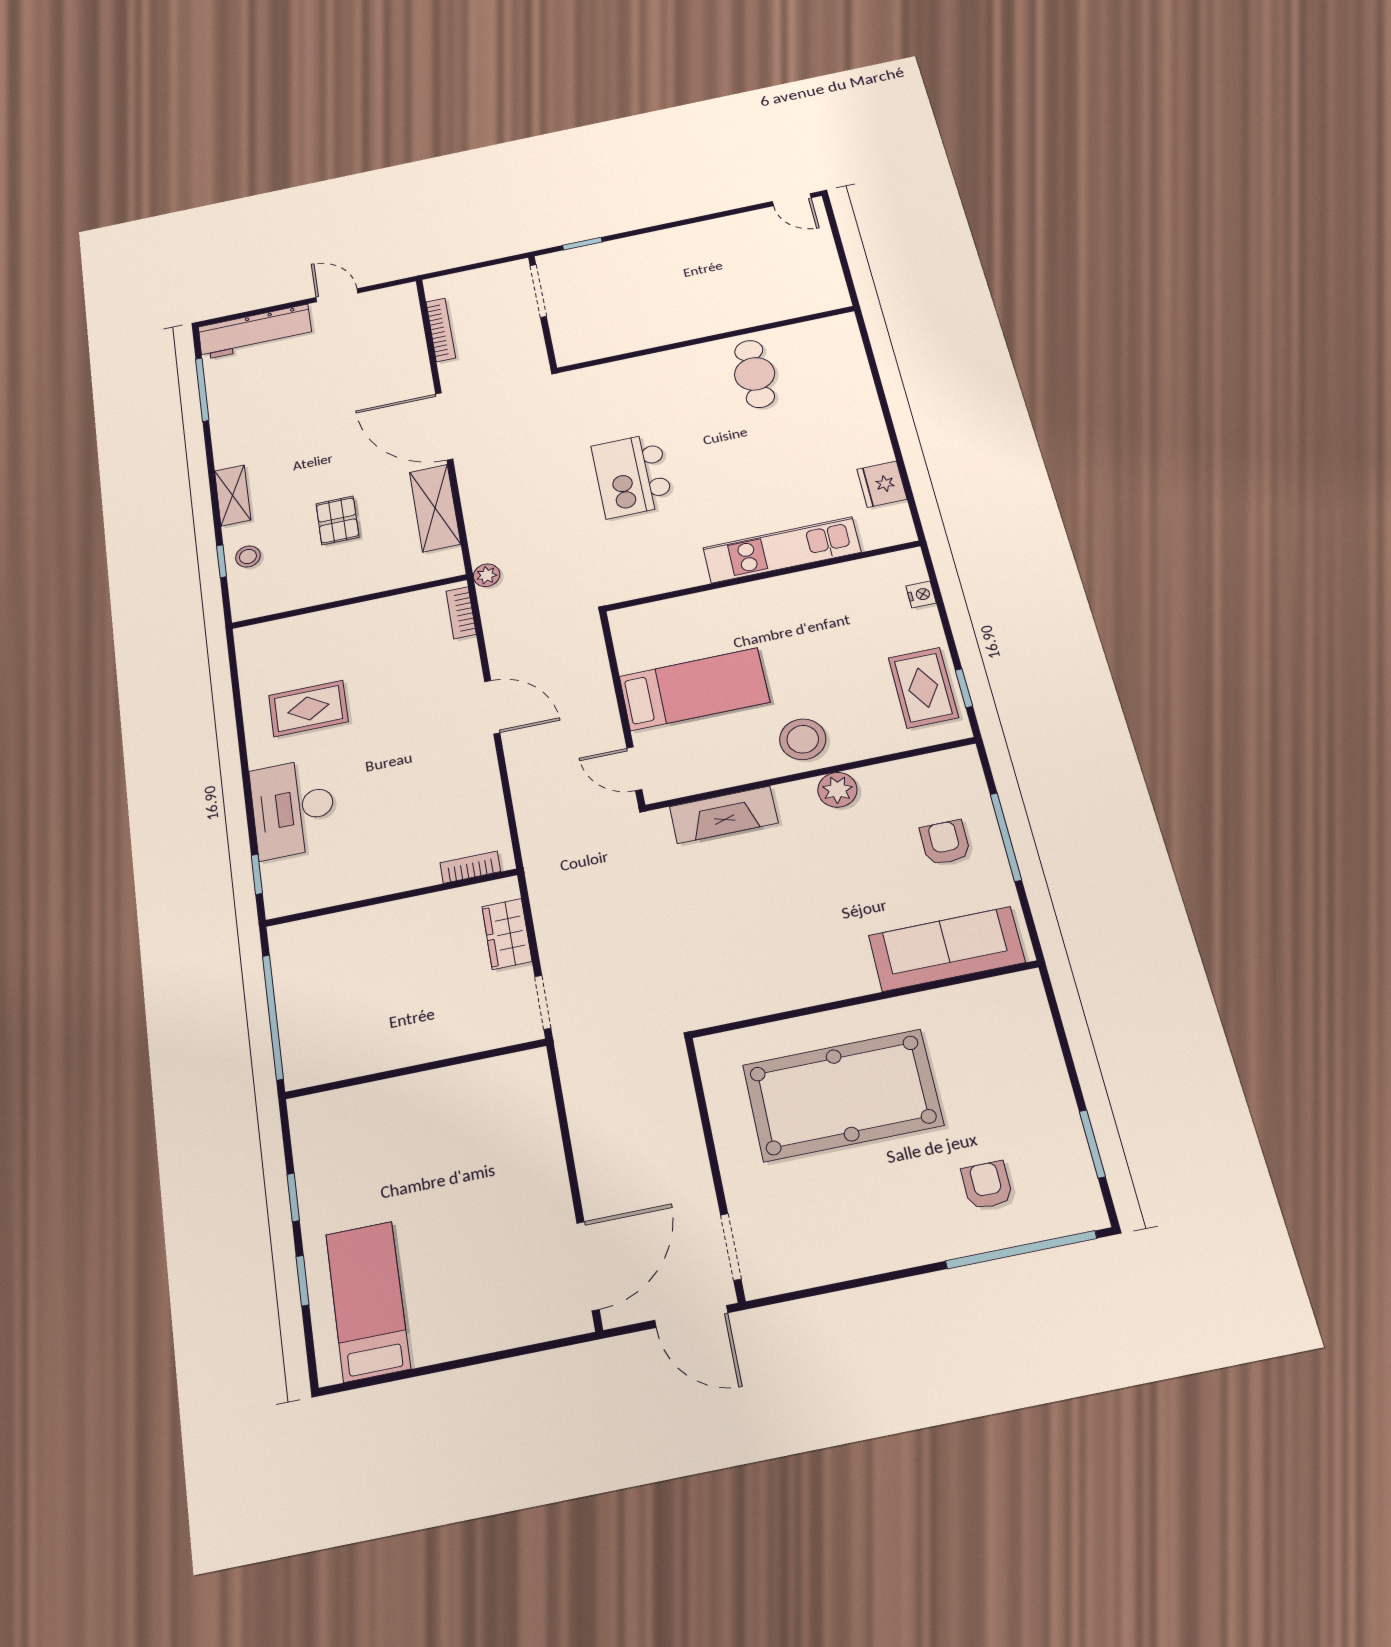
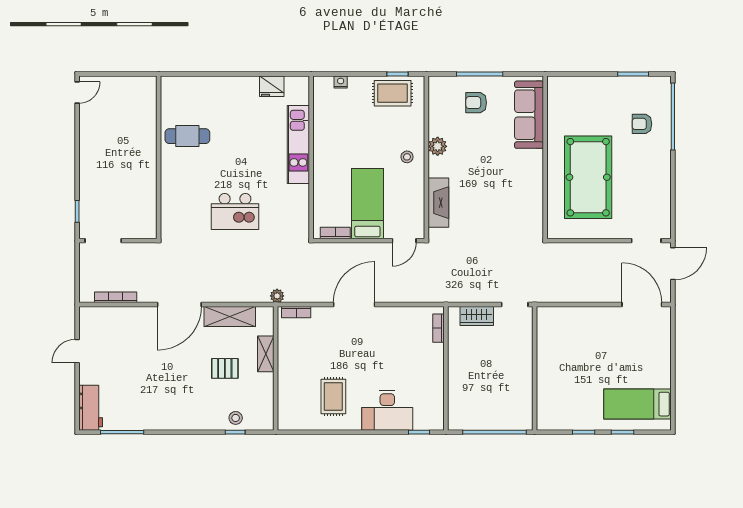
workbench: (255, 332) -> (91, 408), width x0.73
shelving: (233, 495) -> (266, 354), moved, turned 90
bookcase: (625, 646) -> (335, 233), added
door: (492, 707) -> (354, 304), width x1.36
stool: (803, 739) -> (407, 157), width x0.53, depth x0.53

